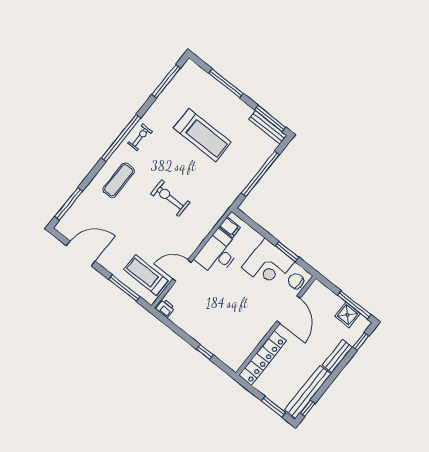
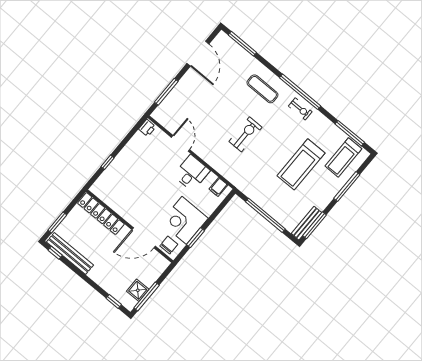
desk: (218, 253) -> (192, 173), width x0.73
treadmill: (146, 275) -> (343, 157), moved, turned 180
bench: (337, 356) -> (101, 280), removed

